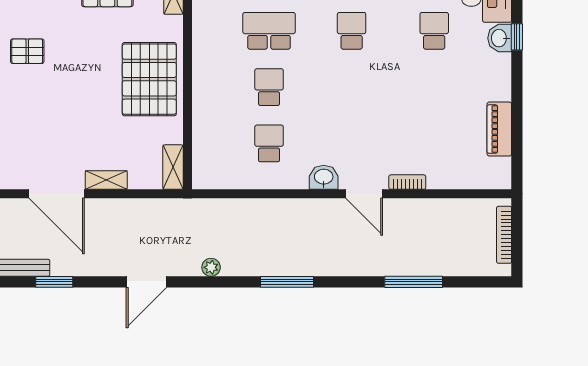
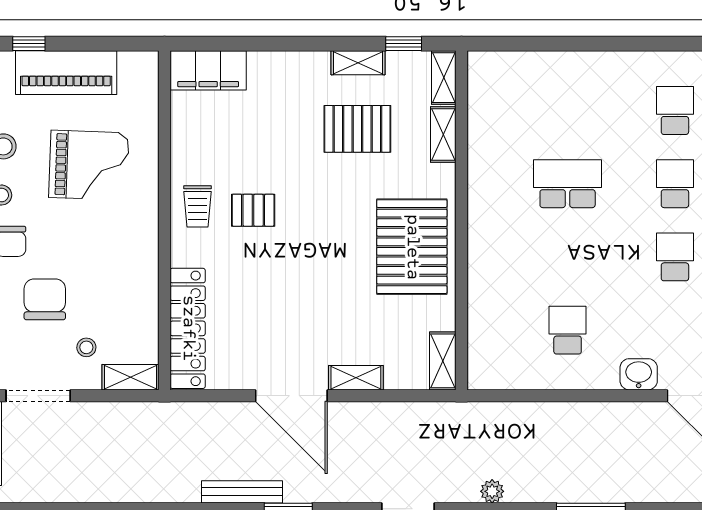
school desk: (269, 87) -> (675, 257), moved

